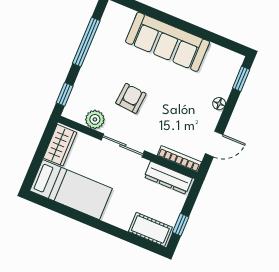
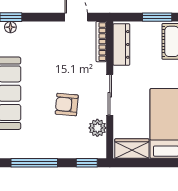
floor lamp: (219, 104) -> (10, 27), moved
window: (181, 225) -> (157, 17), width x1.50

